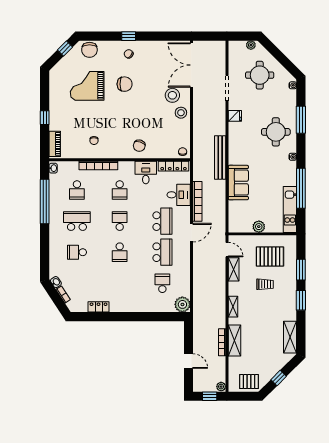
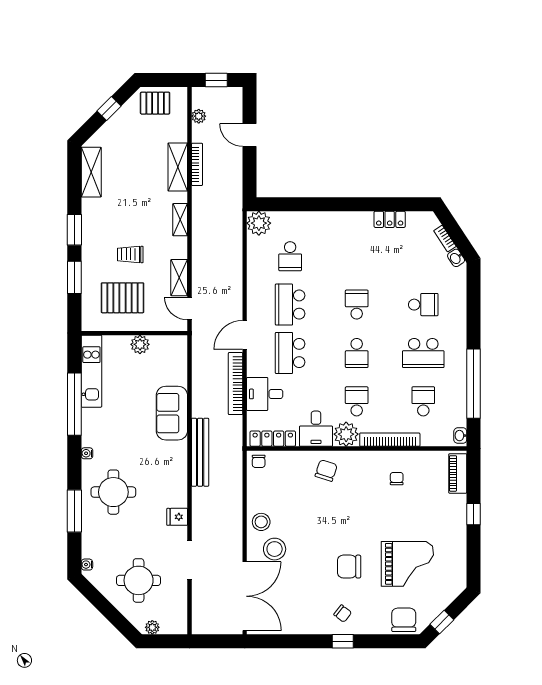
plant: (126, 169) -> (346, 434), added
plant: (221, 387) -> (199, 116), moved

